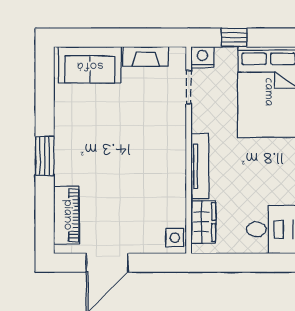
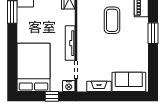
tv unit: (200, 166) -> (70, 43), moved
coffee table: (121, 180) -> (112, 20), added

